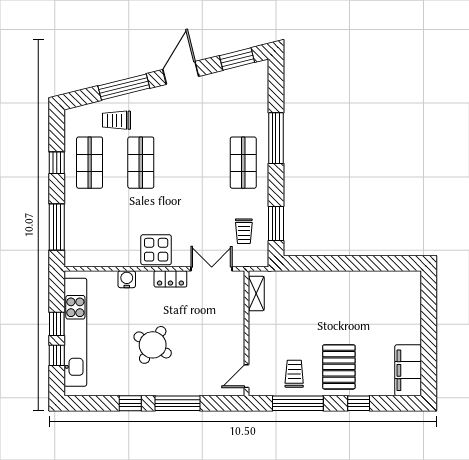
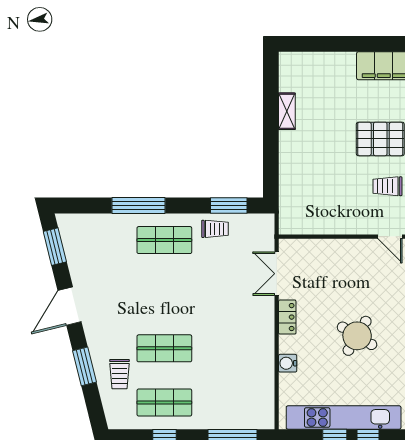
door: (181, 73) -> (70, 306), hinge flipped
window: (124, 87) -> (84, 366), width x0.69
trolley: (244, 231) -> (215, 229), moved
display table: (156, 250) -> (256, 332), removed
shelving: (256, 293) -> (287, 111), moved, turned 90

